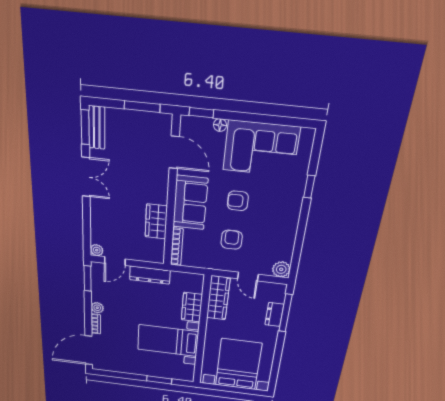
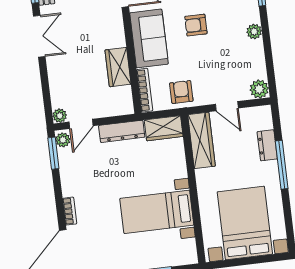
plant: (292, 219) -> (254, 31), added
armchair: (232, 240) -> (181, 92), moved
wardrobe: (192, 307) -> (164, 128), moved, turned -90
plant: (97, 308) -> (63, 140), moved
window: (286, 313) -> (282, 165), moved

